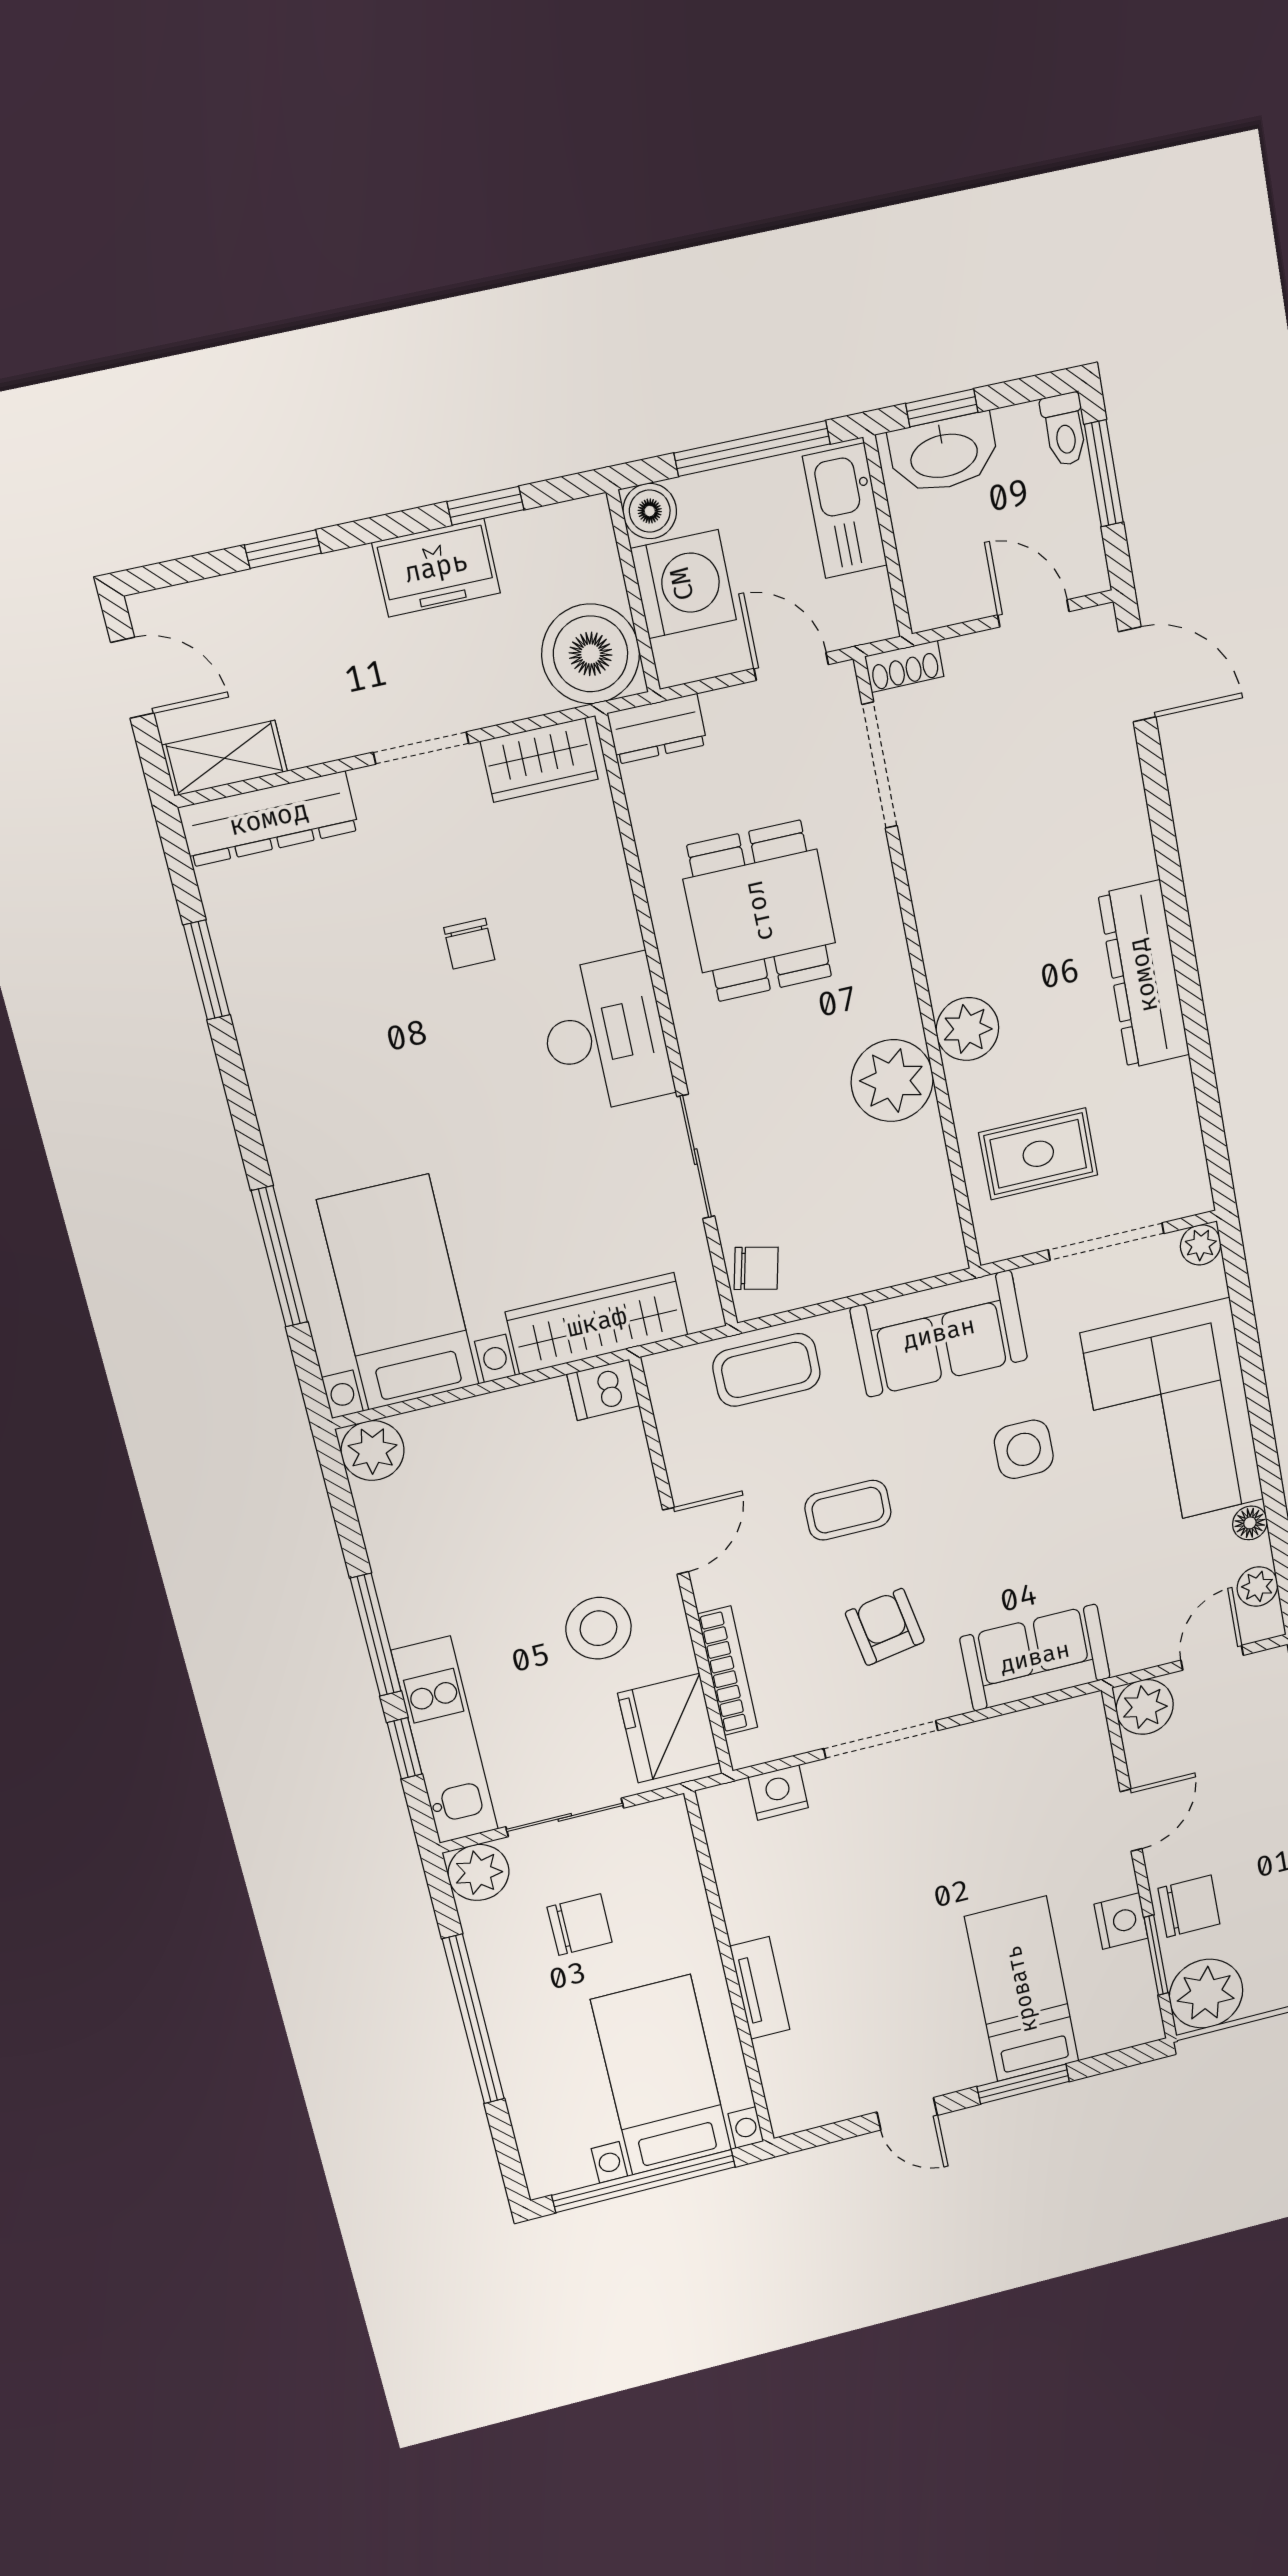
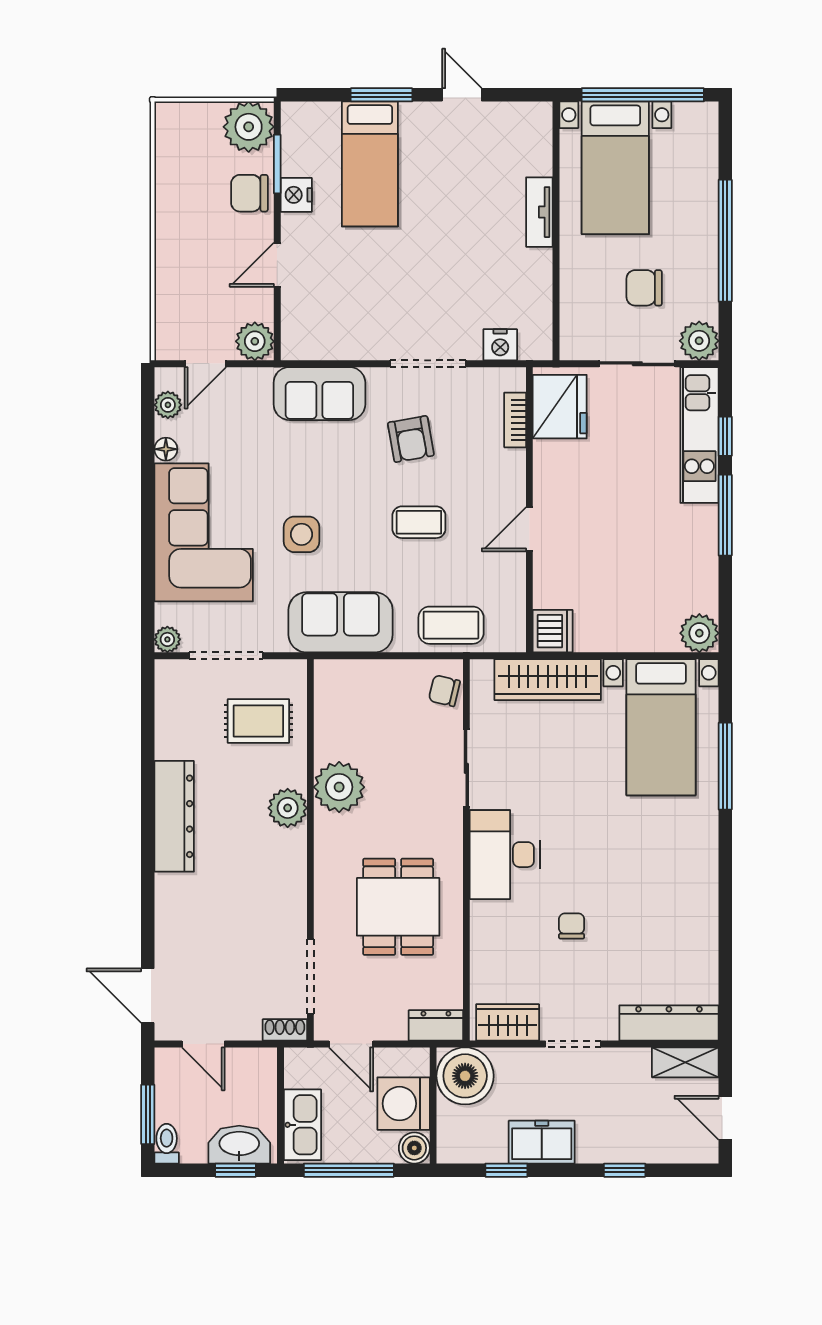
window: (207, 970) -> (725, 945), removed
dishwasher: (603, 1390) -> (553, 631), width x1.38
stool: (599, 1628) -> (589, 484), removed
bookcase: (728, 1671) -> (515, 420), width x0.64

